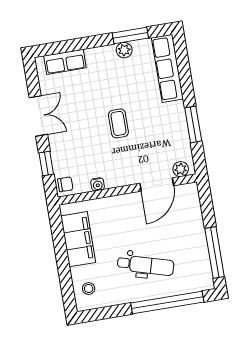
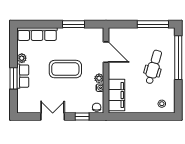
window: (130, 36) -> (14, 78), moved
row of seats: (65, 62) -> (23, 76), moved
coffee table: (118, 123) -> (65, 69), width x1.86, depth x1.72
plant: (181, 169) -> (99, 78), moved
filing cabinet: (78, 239) -> (116, 95), moved, turned 90

